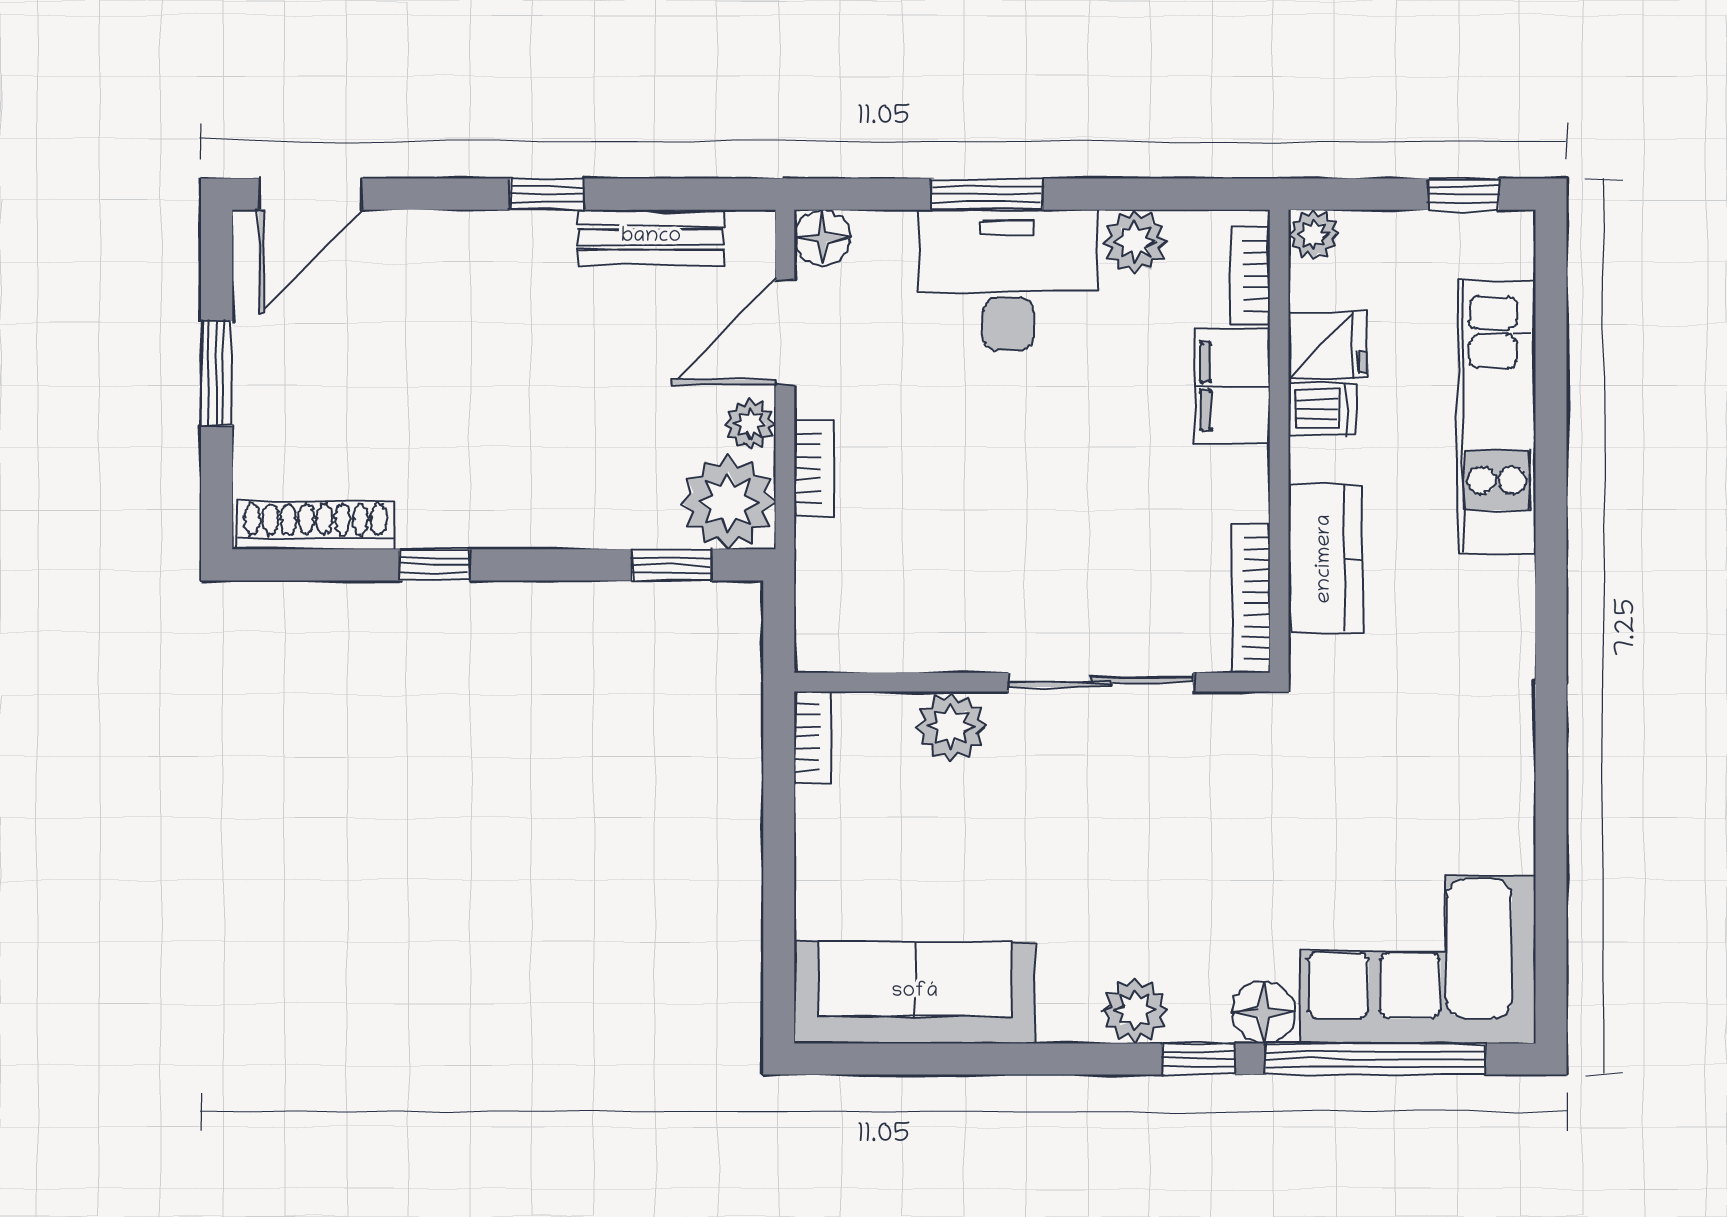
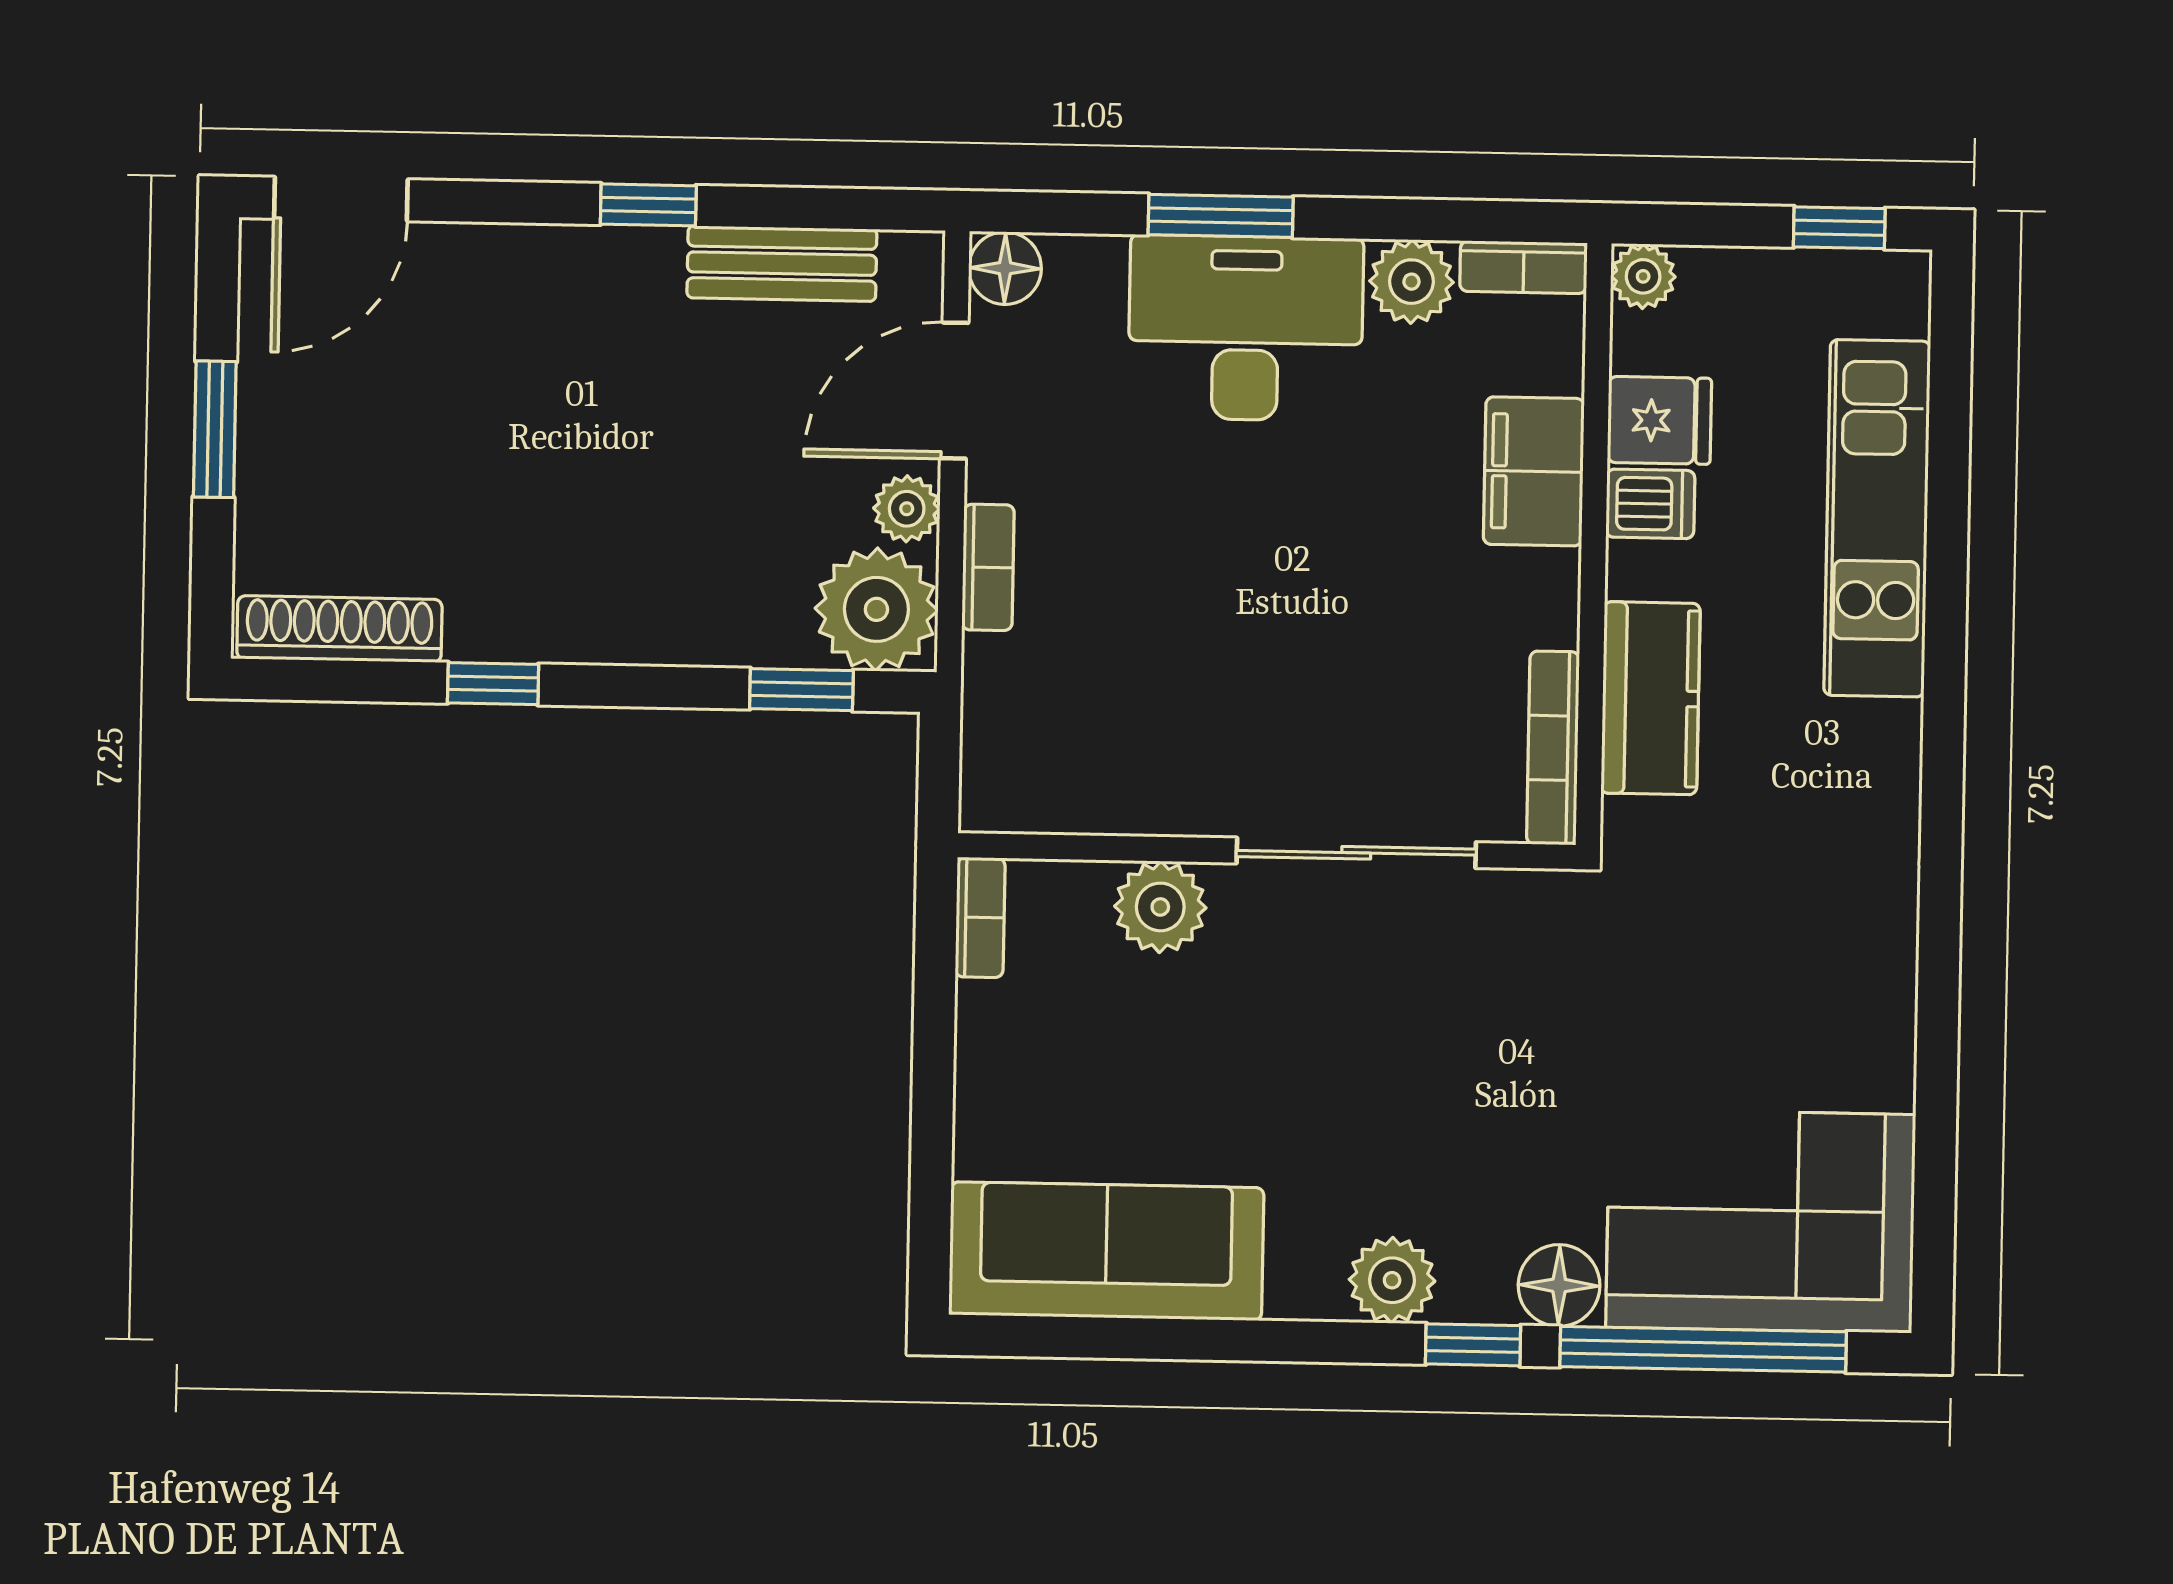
bookcase: (1250, 276) -> (1524, 267), moved, turned -90

